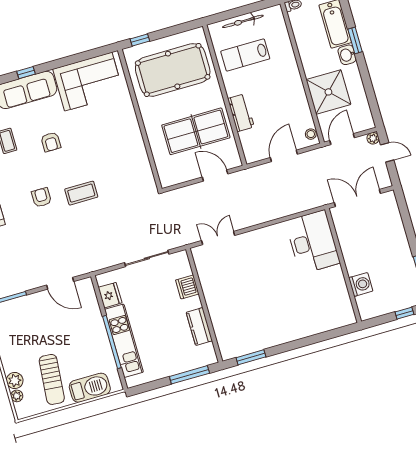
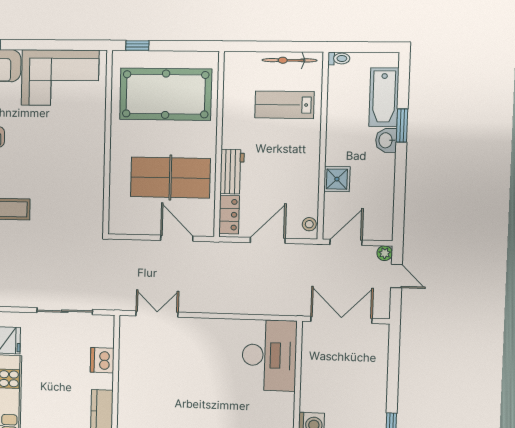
bicycle: (243, 21) -> (289, 60), moved
lab bench: (245, 55) -> (284, 105), moved
shower: (328, 92) -> (337, 179), width x0.54, depth x0.54
locker: (249, 146) -> (229, 215), added

